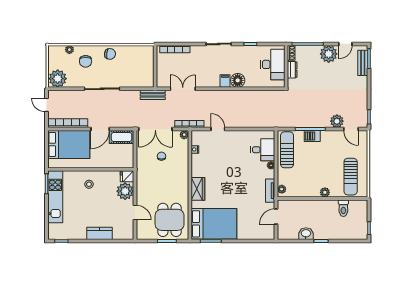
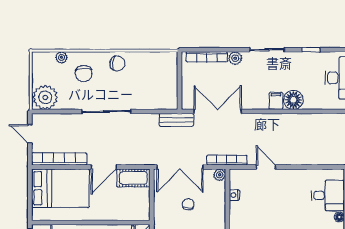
plant: (195, 50) -> (235, 58), added
double door: (183, 89) -> (218, 111), width x1.37

